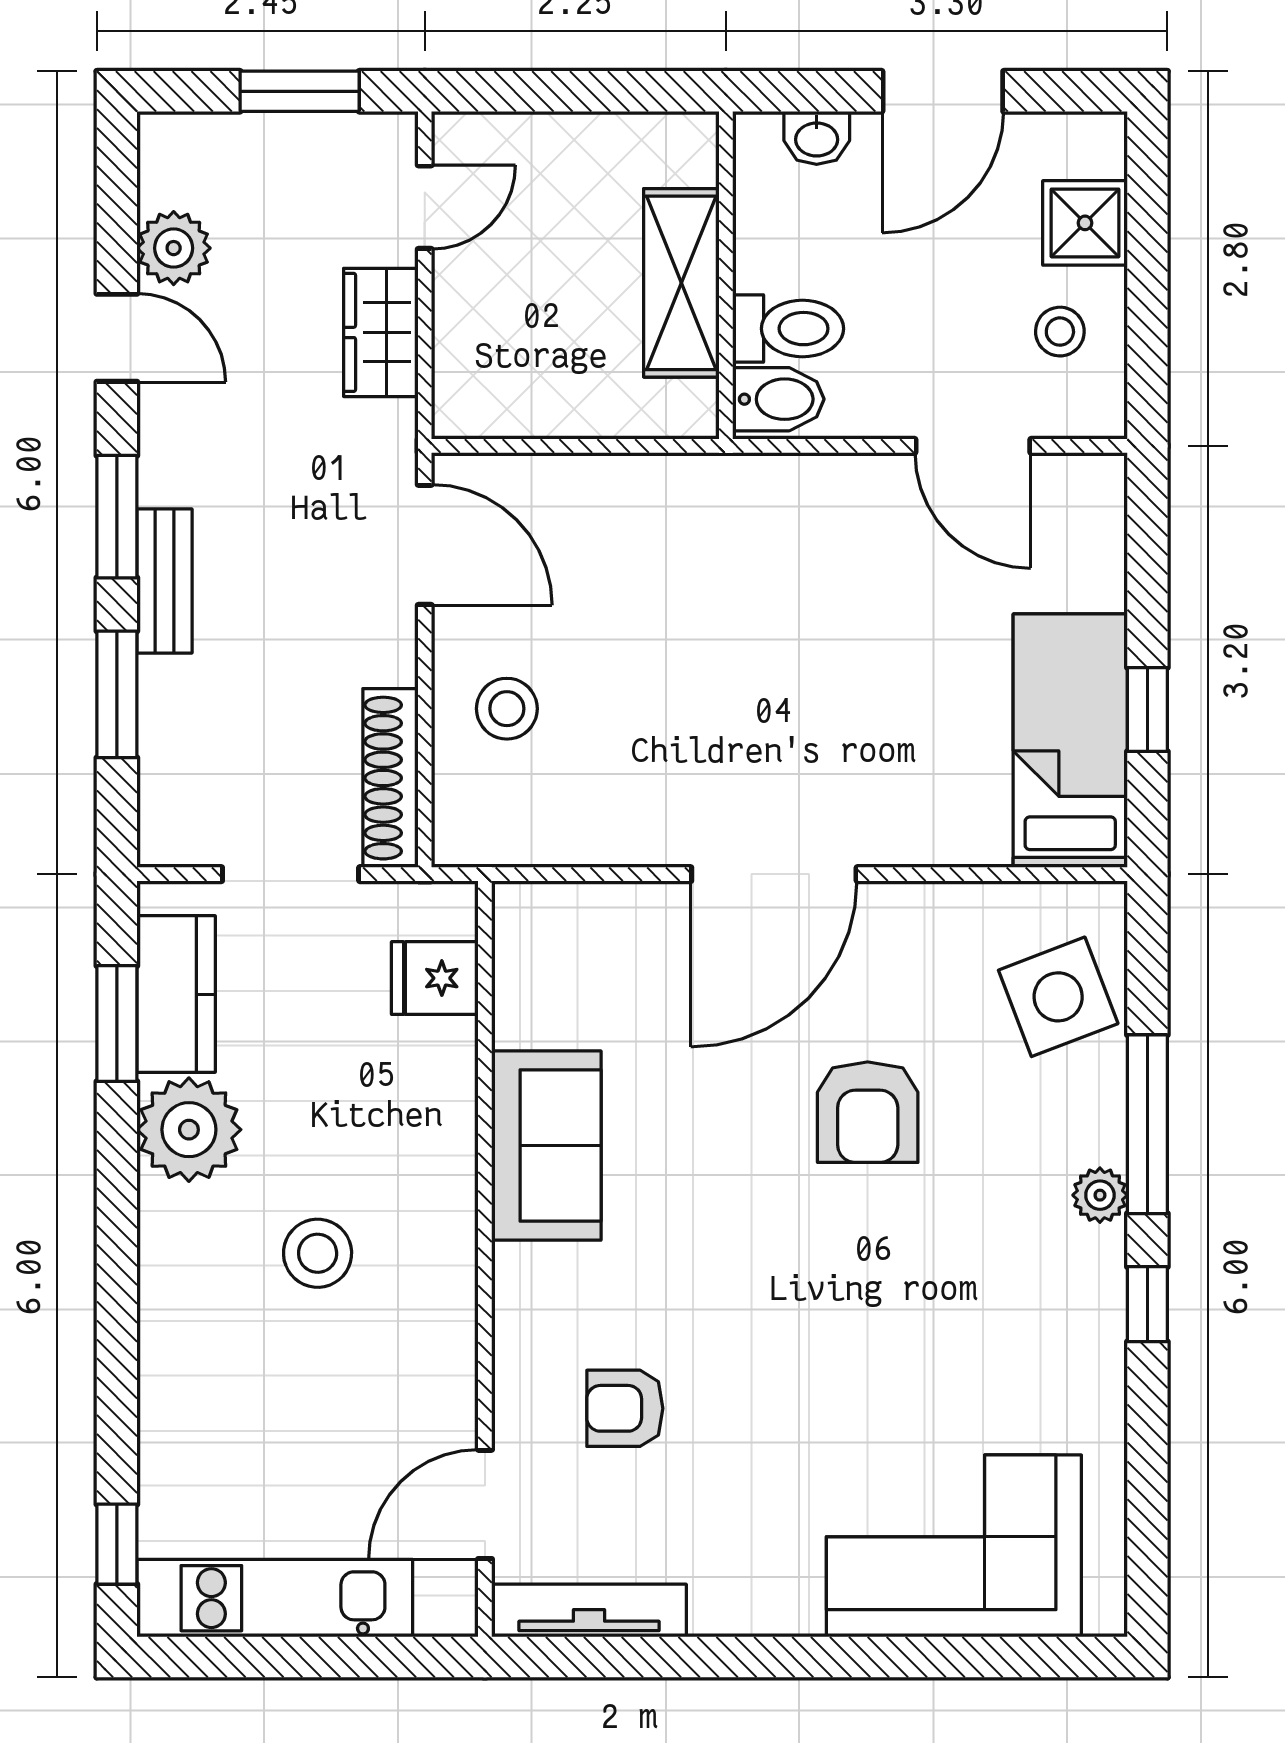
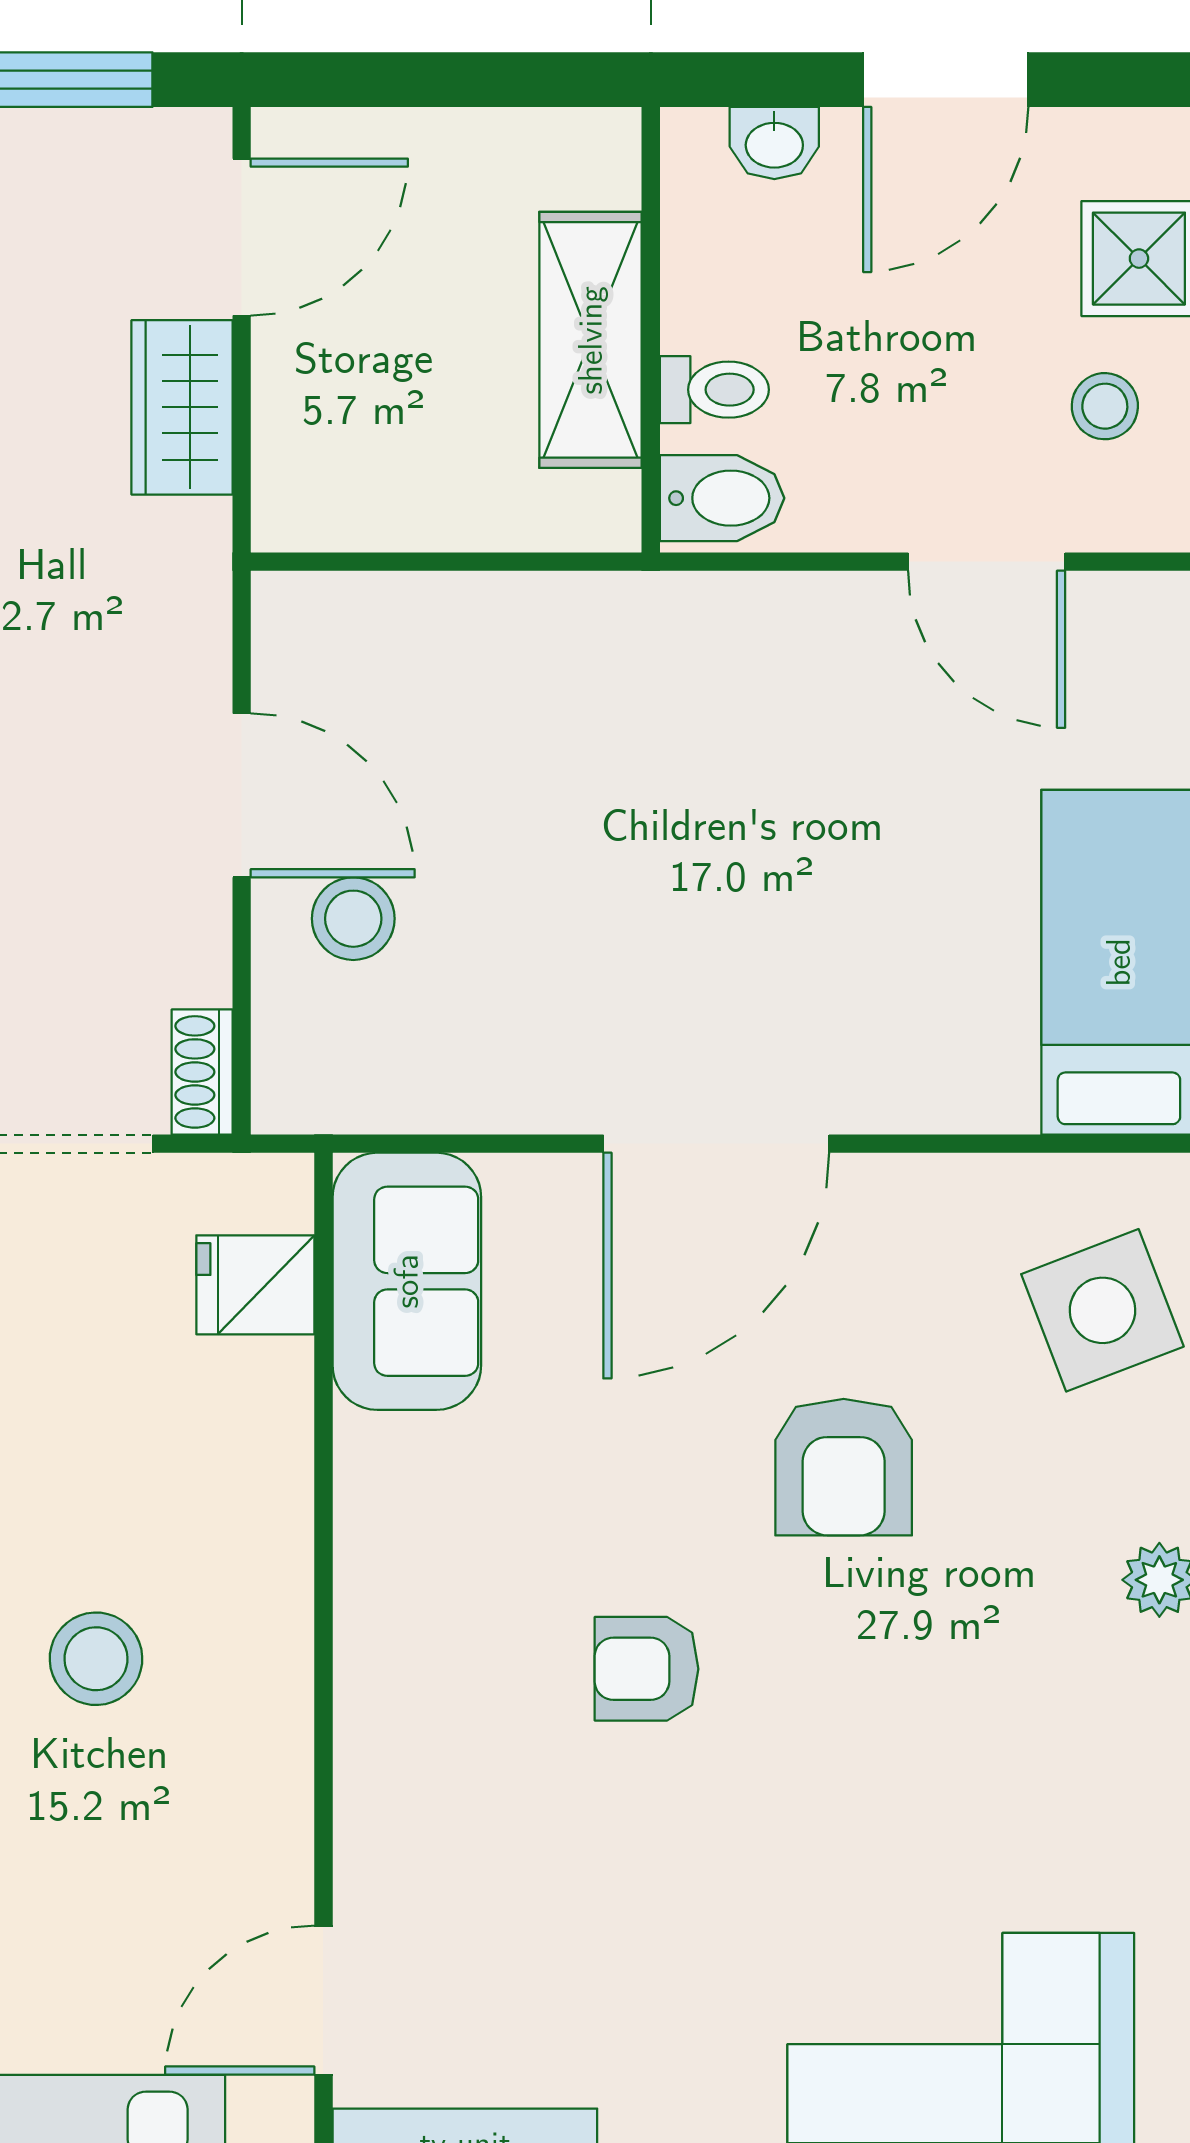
door: (425, 207) -> (242, 237), width x1.38
toilet: (788, 329) -> (714, 390), width x0.73, depth x0.72
door: (425, 545) -> (242, 795), moved
shoe rack: (390, 778) -> (202, 1072), width x0.51, depth x0.81
sofa: (546, 1146) -> (407, 1281), moved
armchair: (625, 1408) -> (646, 1669), moved

